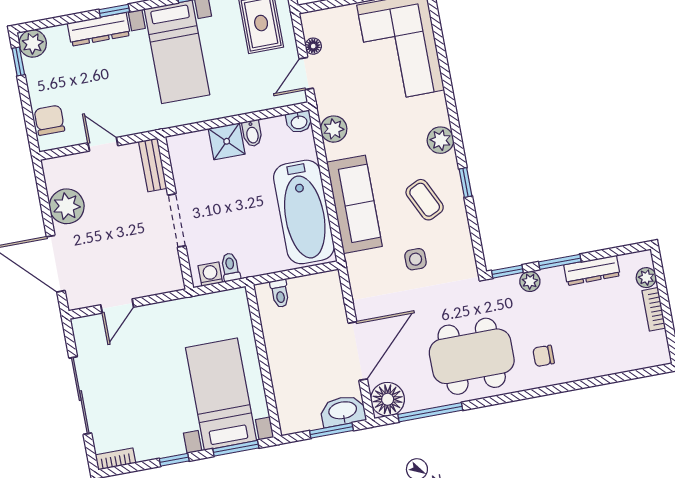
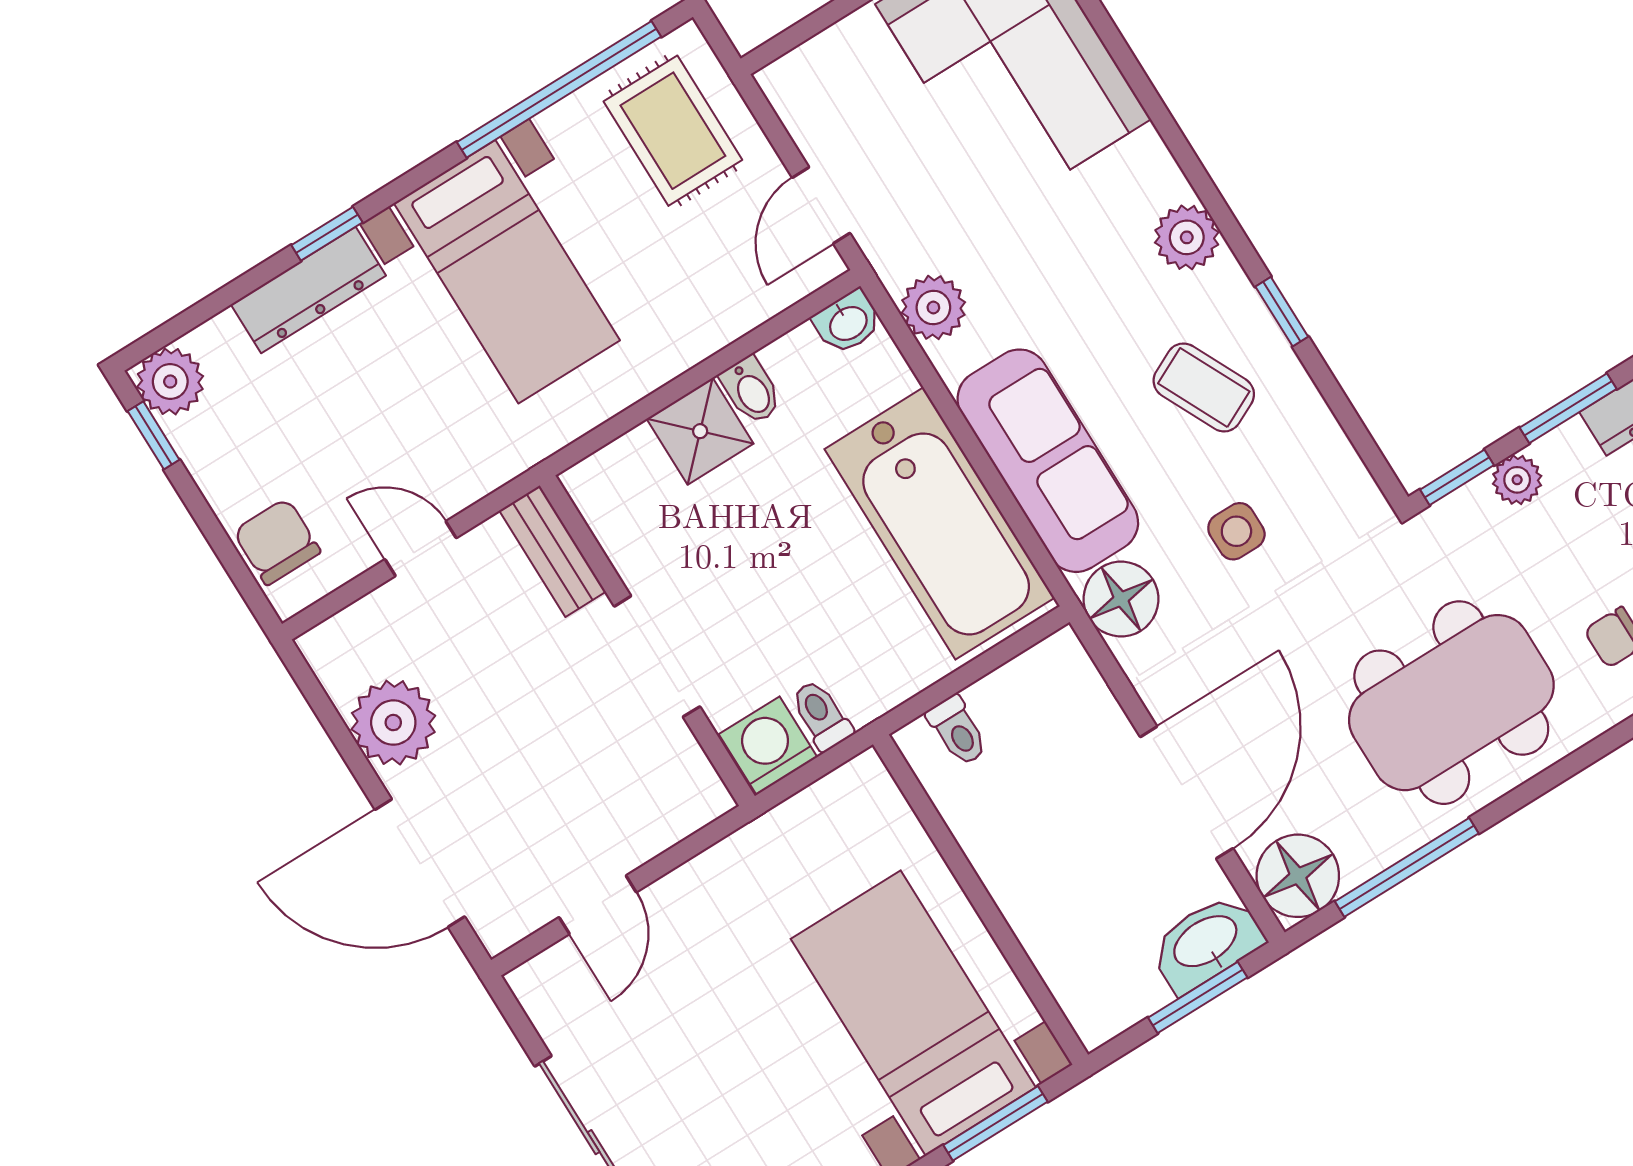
floor lamp: (313, 46) -> (1121, 599), moved, width x1.89, depth x1.89
washing machine: (210, 274) -> (768, 746), width x1.38, depth x1.38

